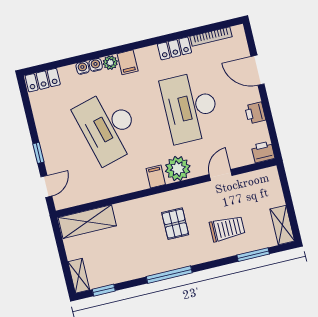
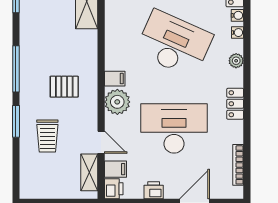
locker: (174, 48) -> (235, 104), moved
filing cabinet: (128, 62) -> (115, 169), moved, turned 180
water cooler: (96, 65) -> (237, 15), moved
desk: (108, 127) -> (174, 44), turned 39
shelving: (282, 225) -> (89, 172), moved, turned 90
window: (253, 255) -> (16, 121), moved

